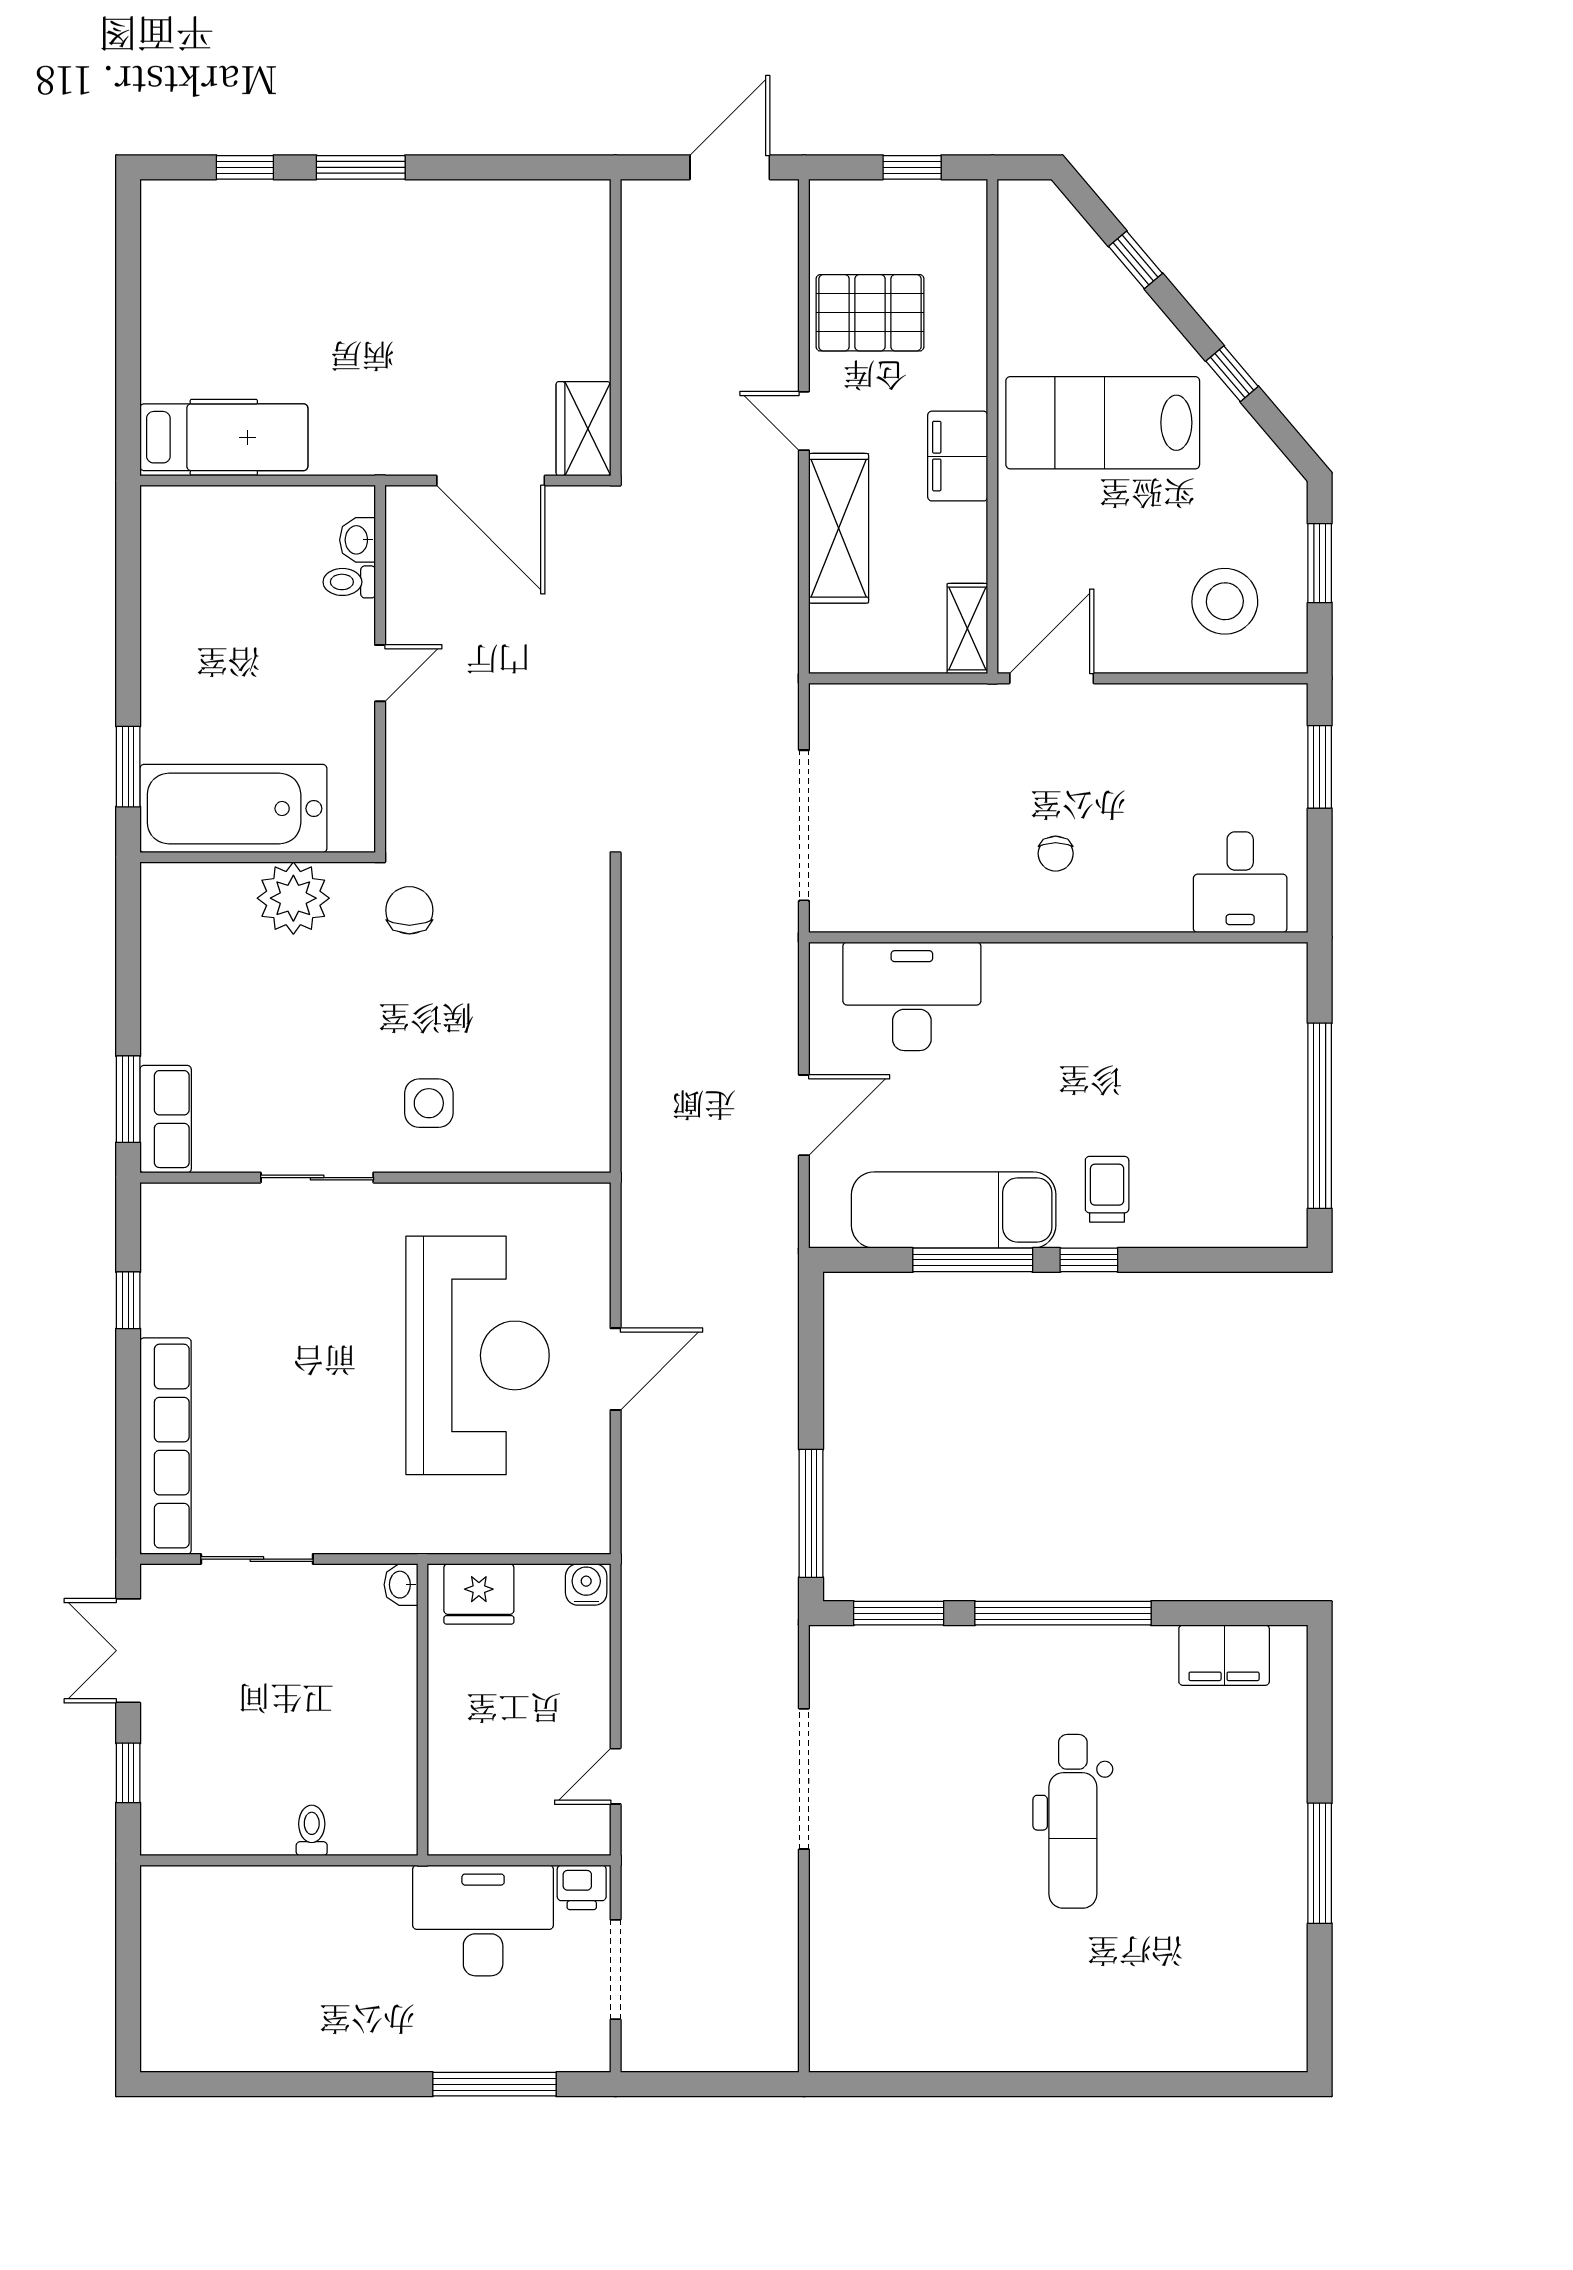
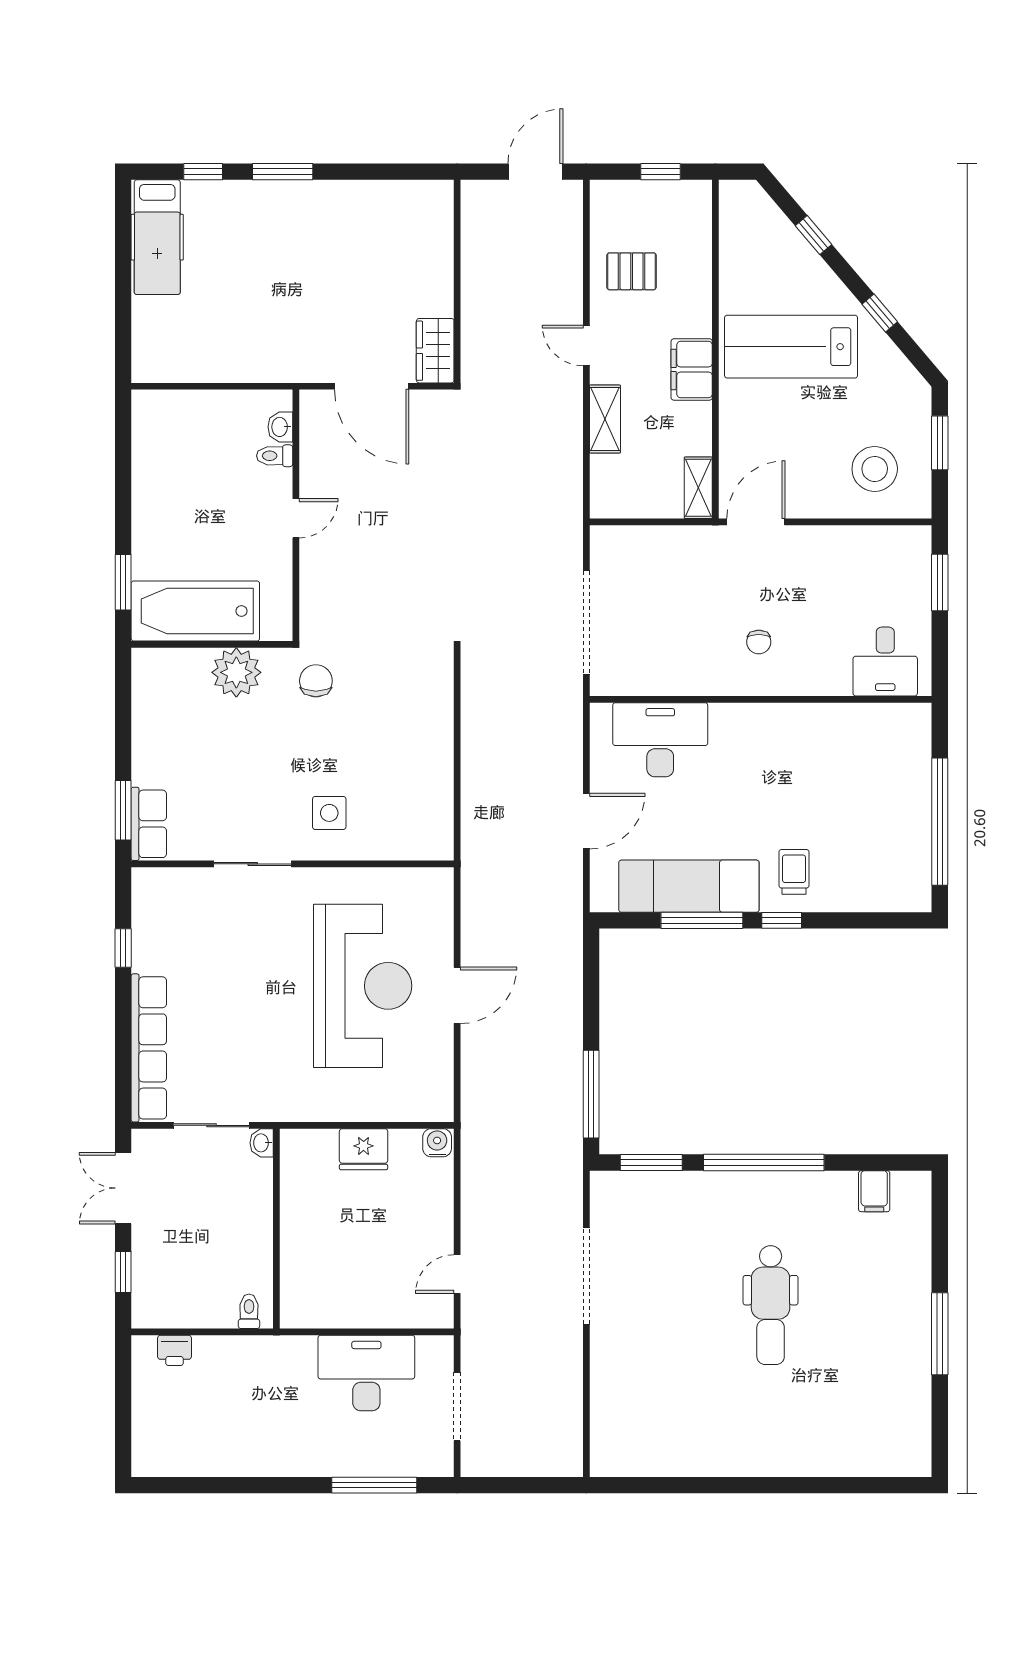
pallet: (870, 313) -> (632, 271), width x0.67, depth x0.71
hospital bed: (224, 437) -> (157, 237), moved, turned 90
shelving: (839, 528) -> (605, 419), width x0.67, depth x0.75
washbasin: (401, 1585) -> (262, 1143), moved
filing cabinet: (1224, 1655) -> (874, 1191), width x0.50
wall: (422, 1710) -> (276, 1229), moved
printer: (582, 1887) -> (174, 1350), moved

